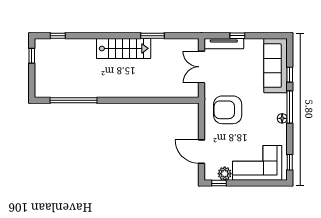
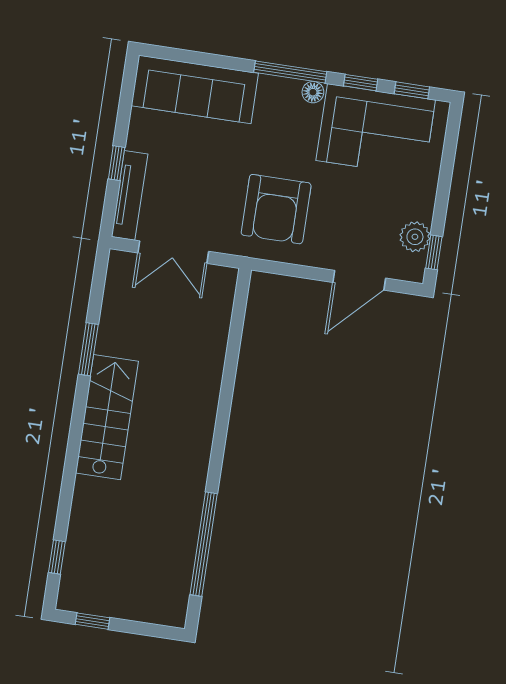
window: (290, 75) -> (361, 83), moved
corner sofa: (257, 163) -> (376, 130), moved, turned -90

